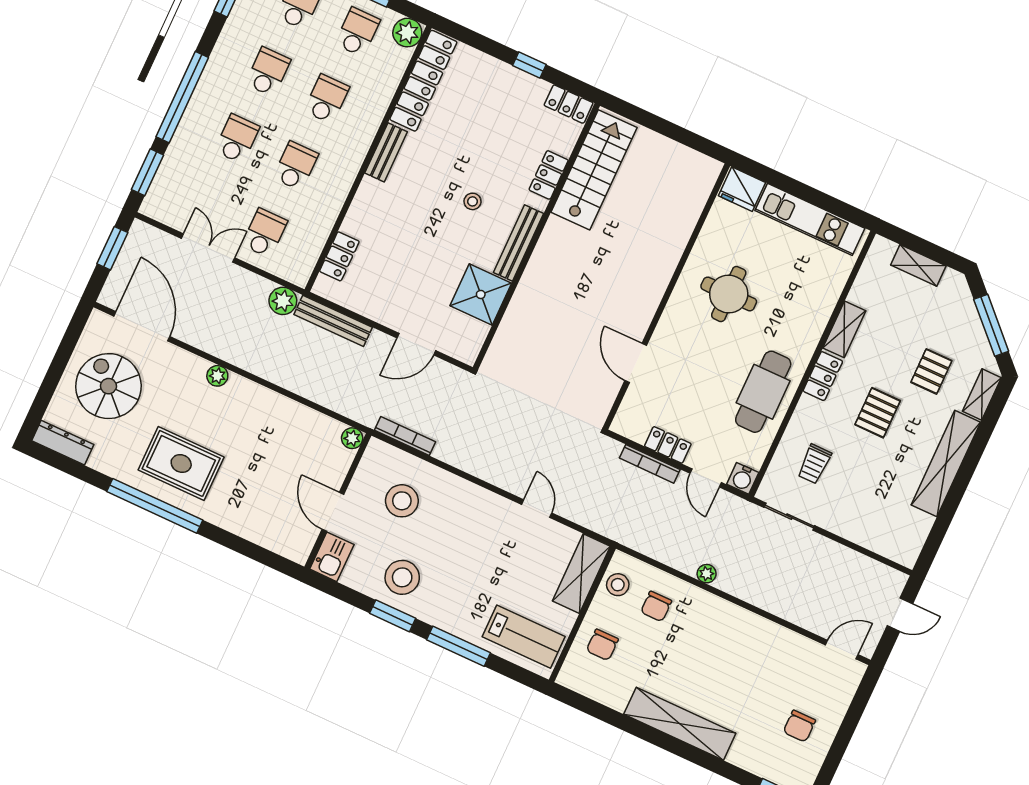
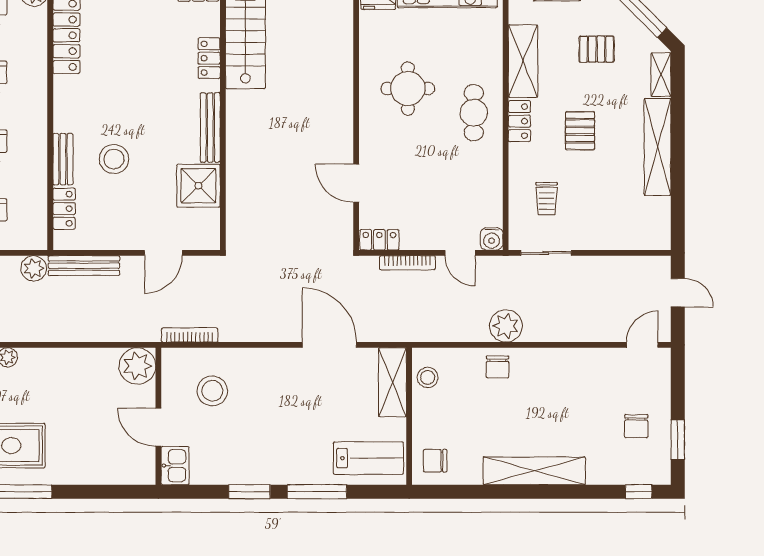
bench: (386, 152) -> (63, 159), moved
stool: (473, 201) -> (114, 159), moved, width x1.89, depth x1.89
shelving: (844, 329) -> (523, 61), width x1.50, depth x1.33
pallet: (931, 371) -> (597, 49), moved, turned 90
cafe table: (763, 392) -> (474, 113), moved, width x0.73, depth x0.74
plant: (352, 438) -> (137, 366), width x1.87, depth x1.87
locker: (668, 445) -> (379, 240), moved
door: (537, 509) -> (329, 345), width x1.87
plant: (707, 574) -> (506, 326), width x1.88, depth x1.88
stool: (402, 577) -> (242, 455), removed
chair: (656, 606) -> (498, 367), moved
door: (900, 615) -> (678, 293), hinge flipped
chair: (602, 645) -> (435, 461), moved, turned 90
window: (834, 758) -> (678, 440), added

